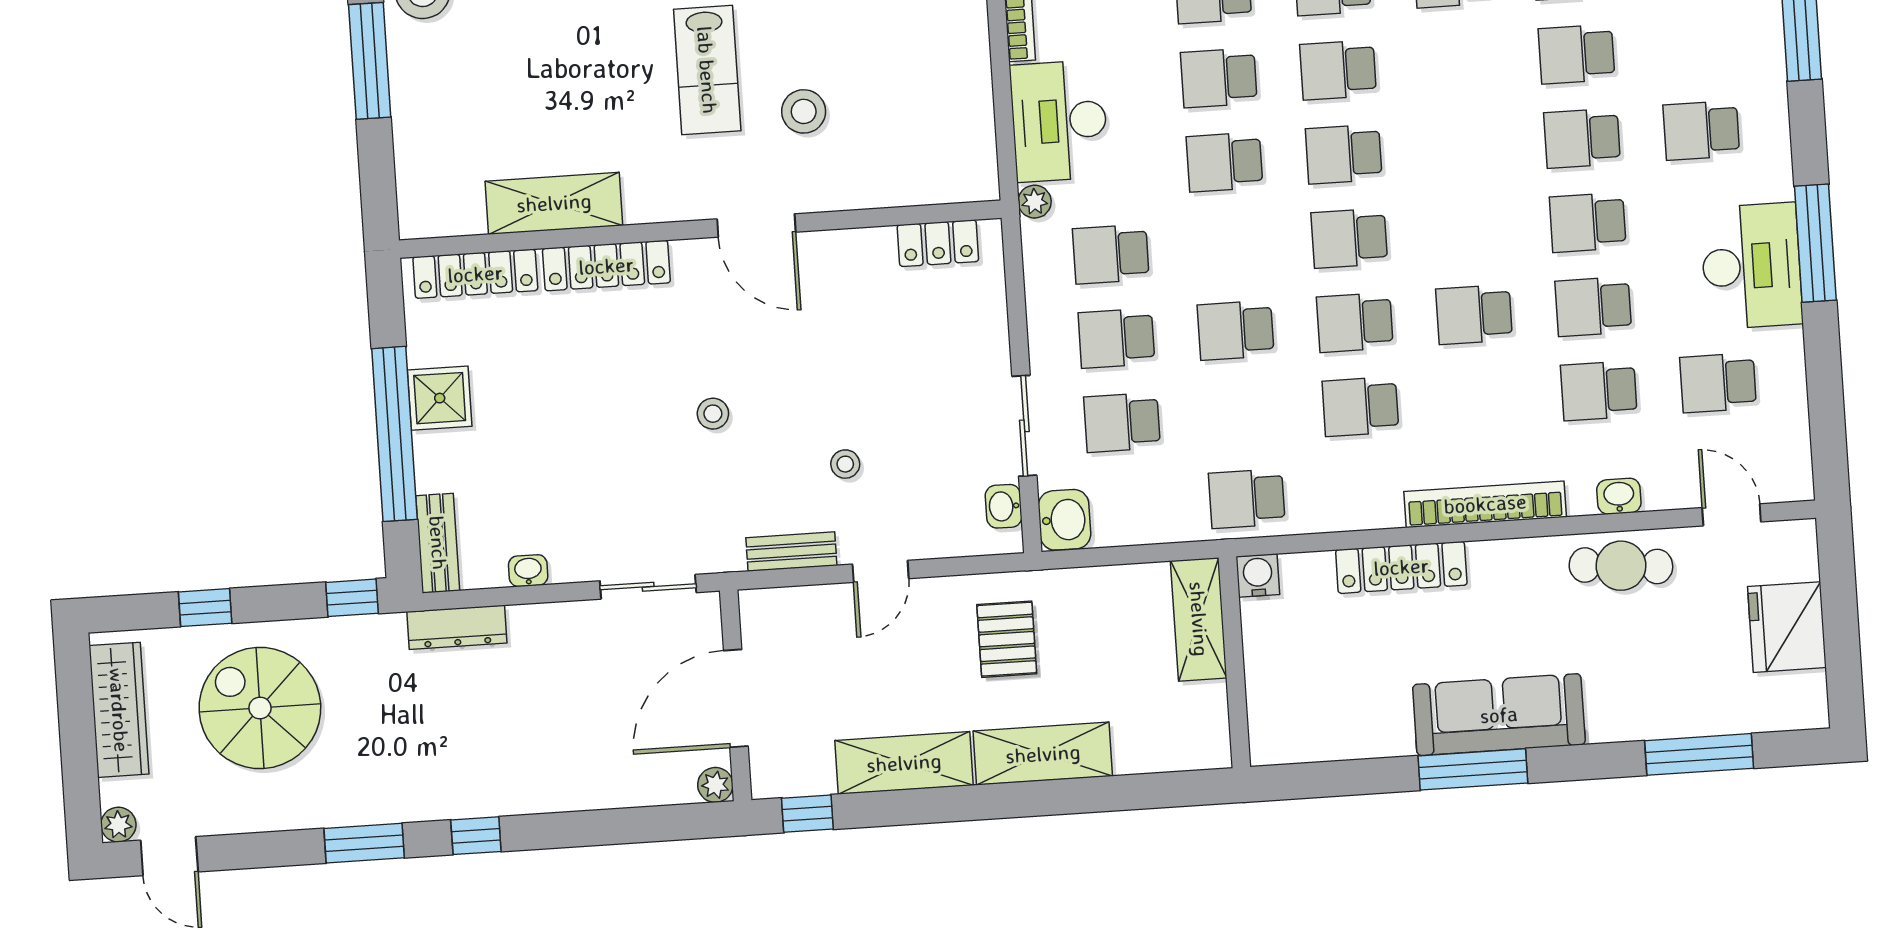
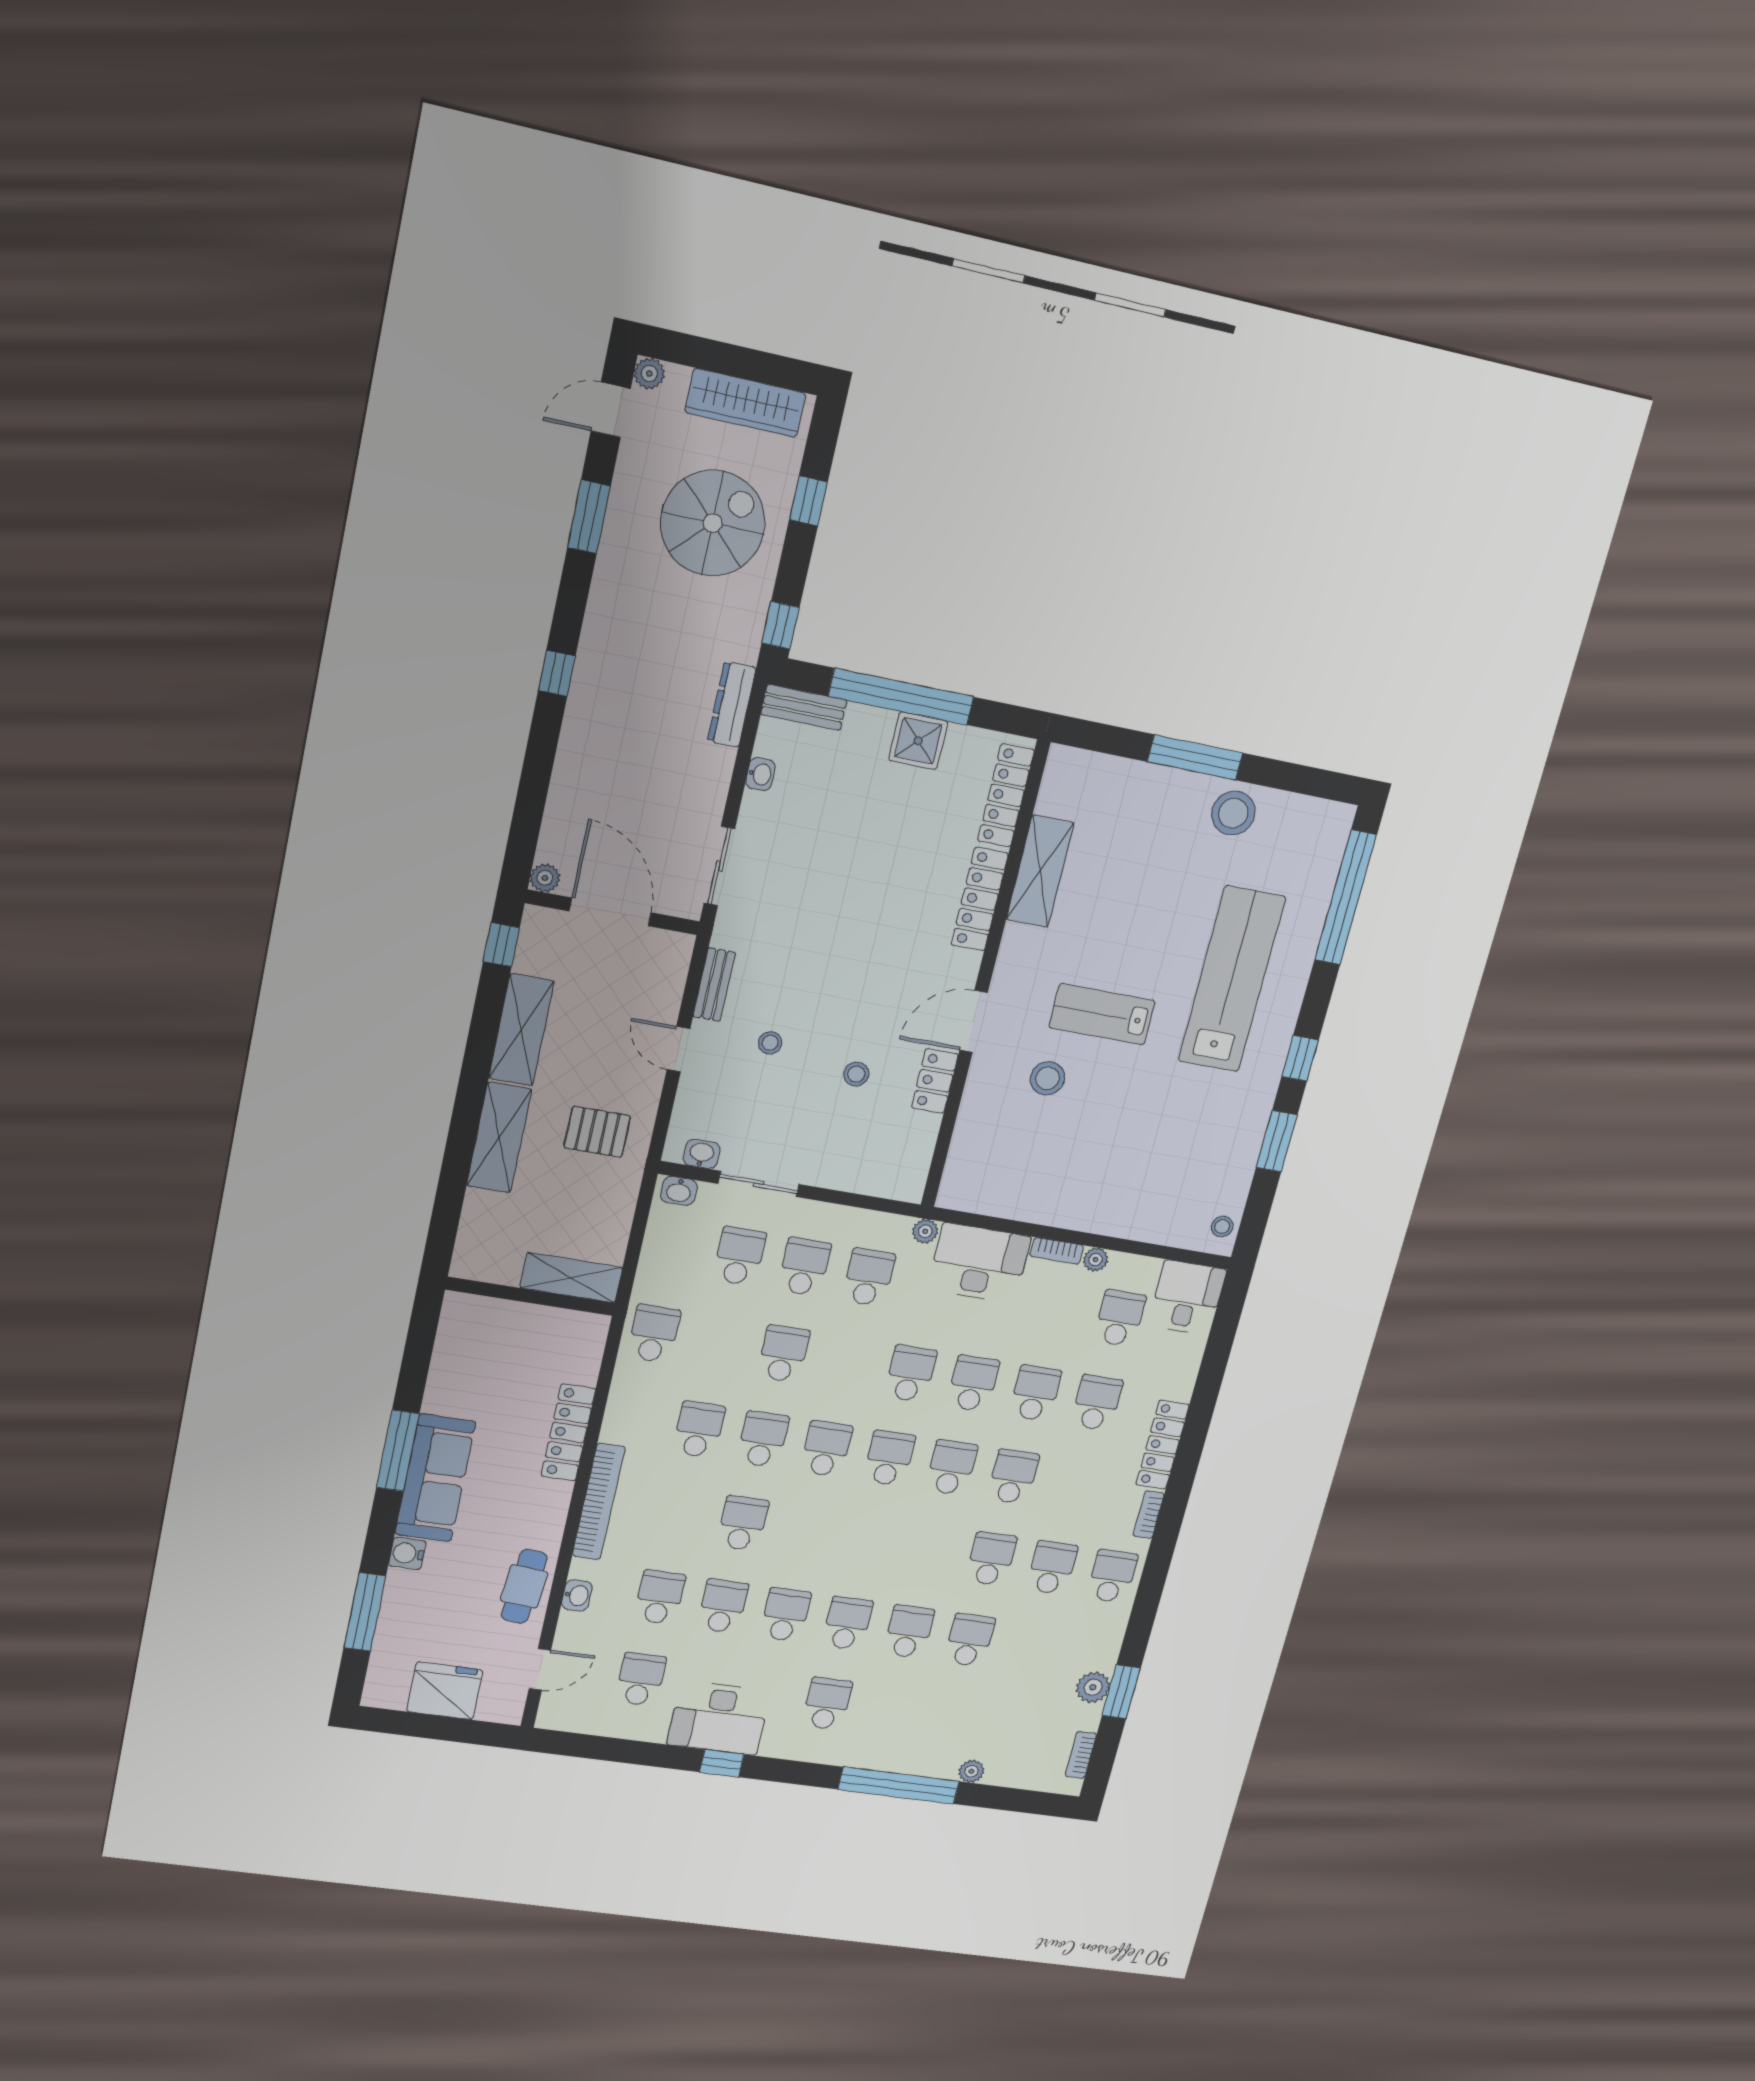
locker: (938, 243) -> (935, 1081), moved
window: (1815, 243) -> (722, 1763), width x0.46
stool: (713, 414) -> (856, 1074), moved
washbasin: (1064, 520) -> (679, 1191), width x0.72, depth x0.69
water cooler: (1258, 575) -> (407, 1553), moved, turned 180
window: (364, 843) -> (589, 517), moved

